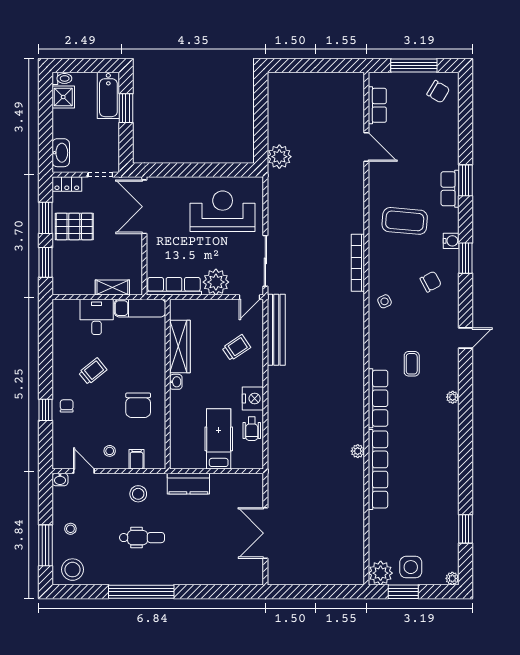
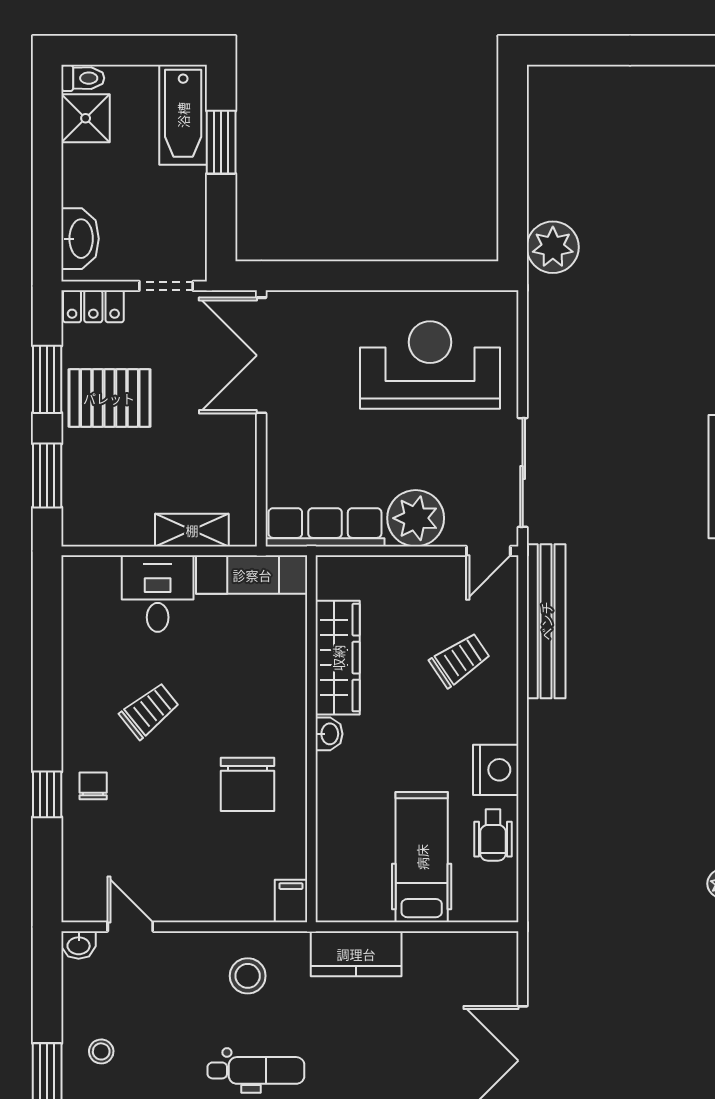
stool: (110, 451) -> (186, 883), removed
filing cabinet: (137, 459) -> (291, 901), moved

